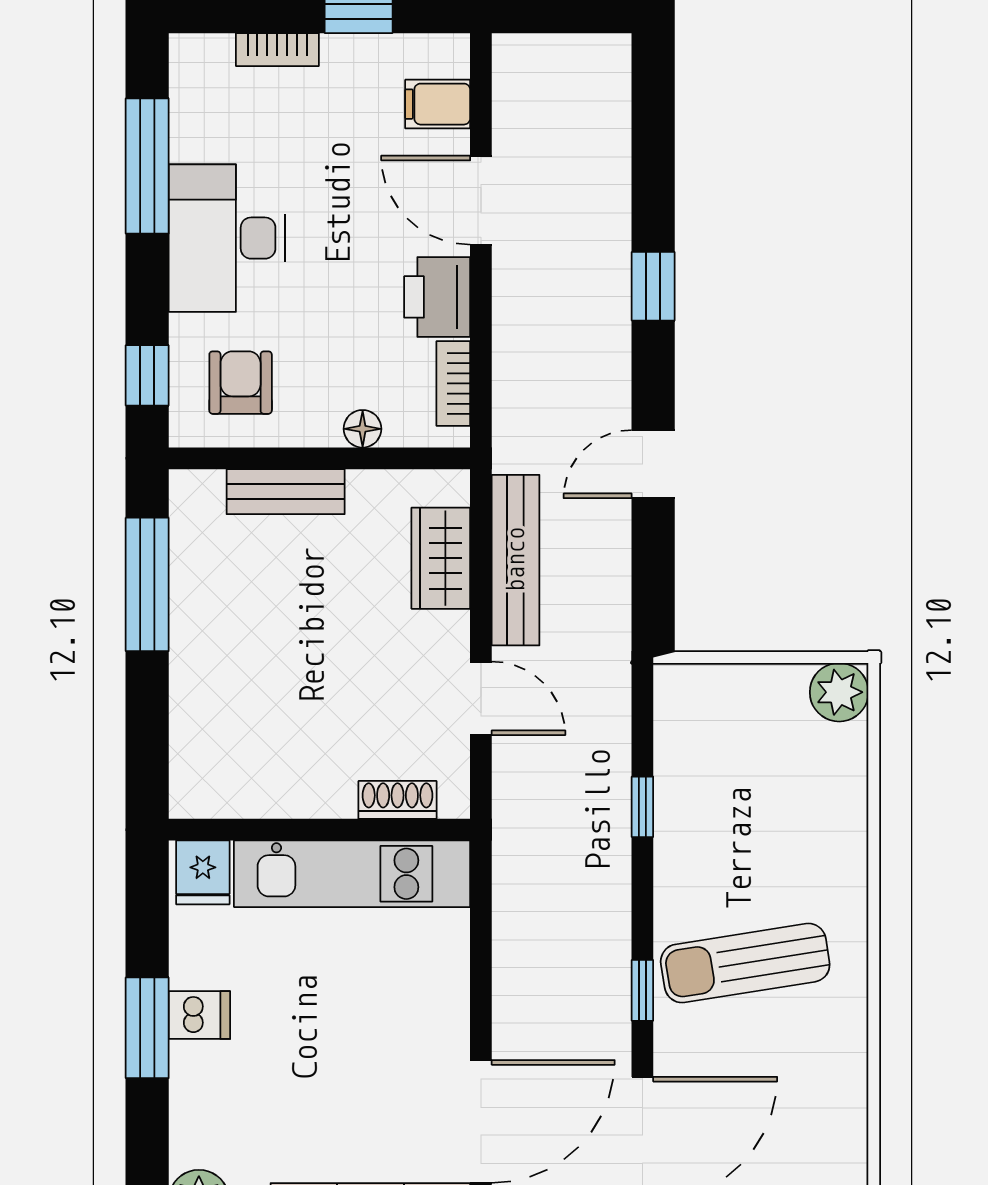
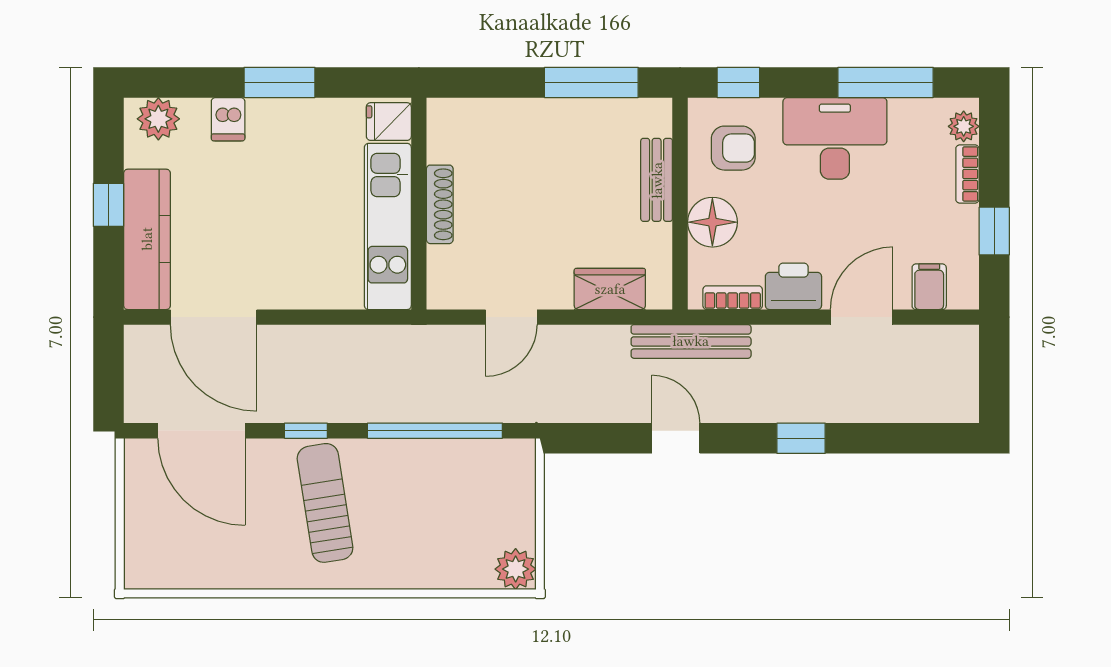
plant: (210, 55) -> (964, 126), added
floor lamp: (363, 429) -> (712, 222), width x1.89, depth x1.89
bench: (516, 560) -> (691, 341), moved
shoe rack: (398, 800) -> (440, 204), moved, width x1.43
window: (642, 807) -> (435, 431), width x3.17
dishwasher: (199, 1015) -> (228, 119), moved

